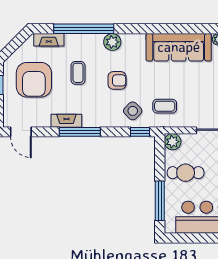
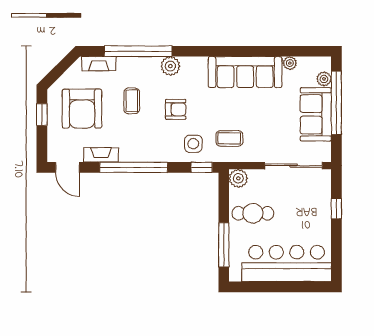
side table: (133, 111) -> (193, 144), turned 45
fireplace: (66, 121) -> (101, 155), moved
window: (80, 132) -> (134, 167), width x1.46

